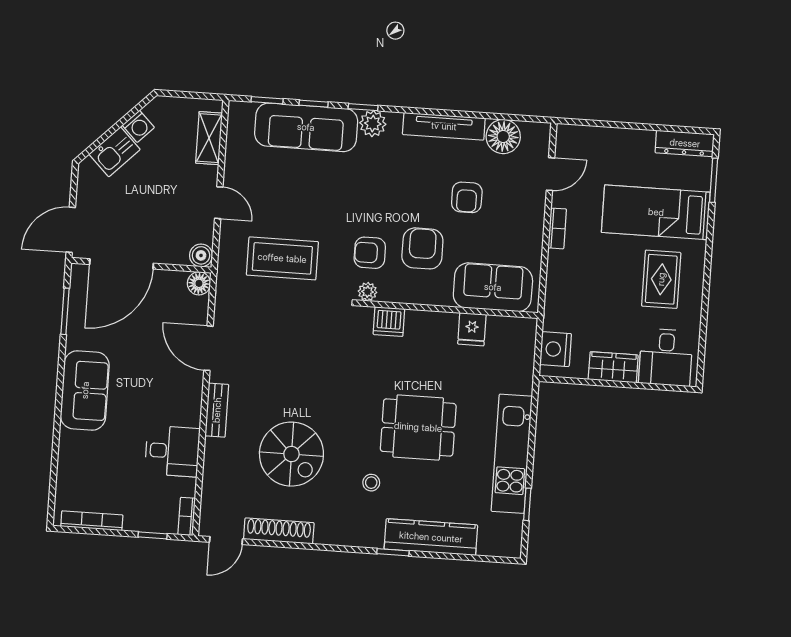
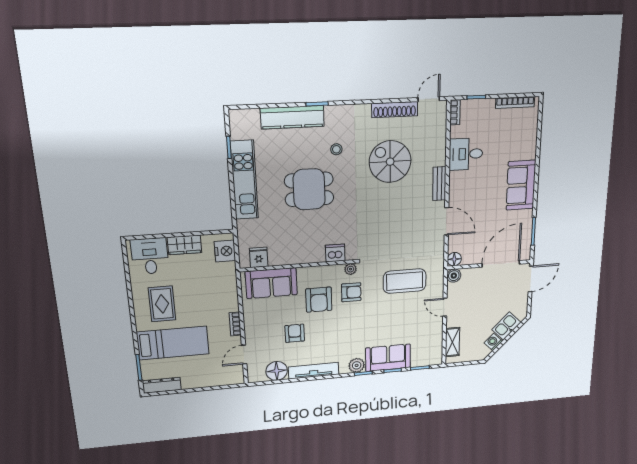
sofa: (306, 127) -> (388, 358), width x0.73
fridge: (472, 329) -> (259, 257), moved

